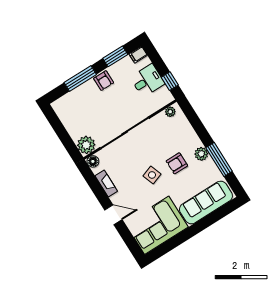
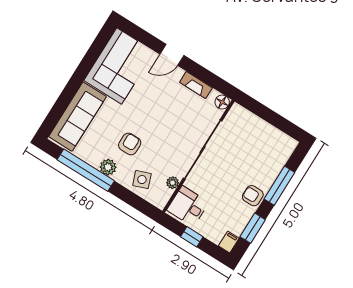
desk: (147, 81) -> (188, 206), moved, turned 90
window: (170, 81) -> (192, 237), moved
plant: (170, 112) -> (173, 183), moved
plant: (86, 145) -> (238, 116), removed
window: (219, 160) -> (86, 170), width x1.46
side table: (152, 175) -> (142, 180), moved

